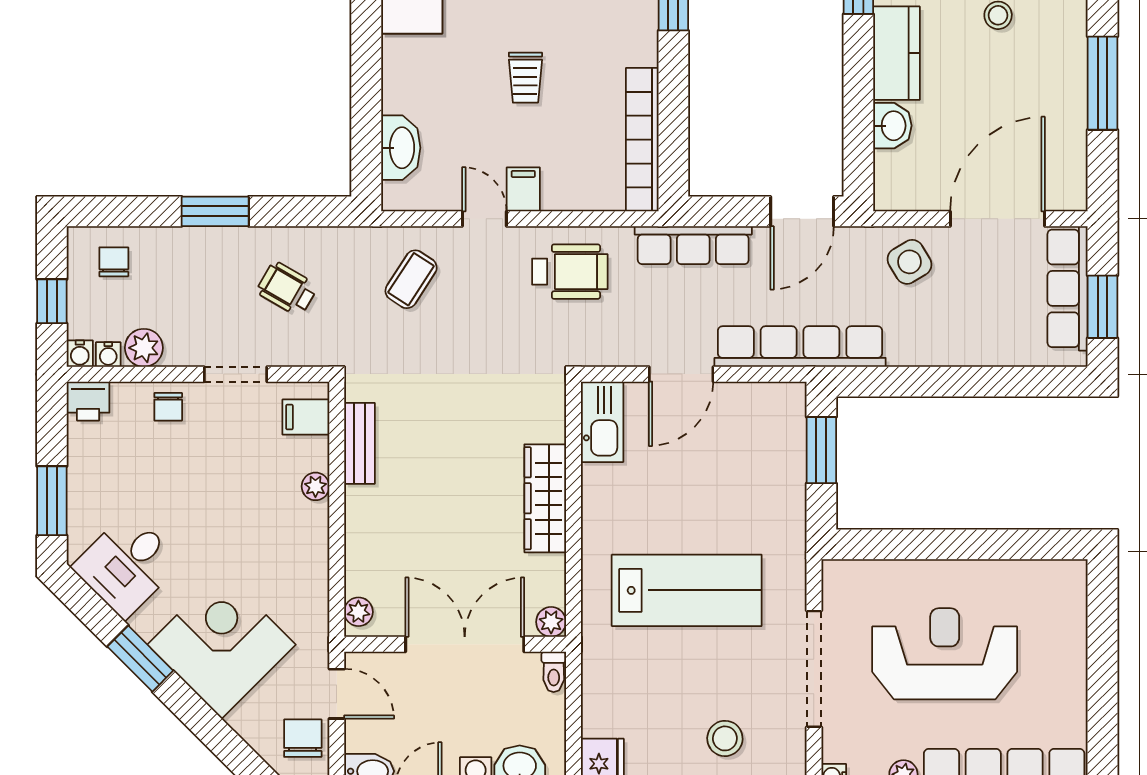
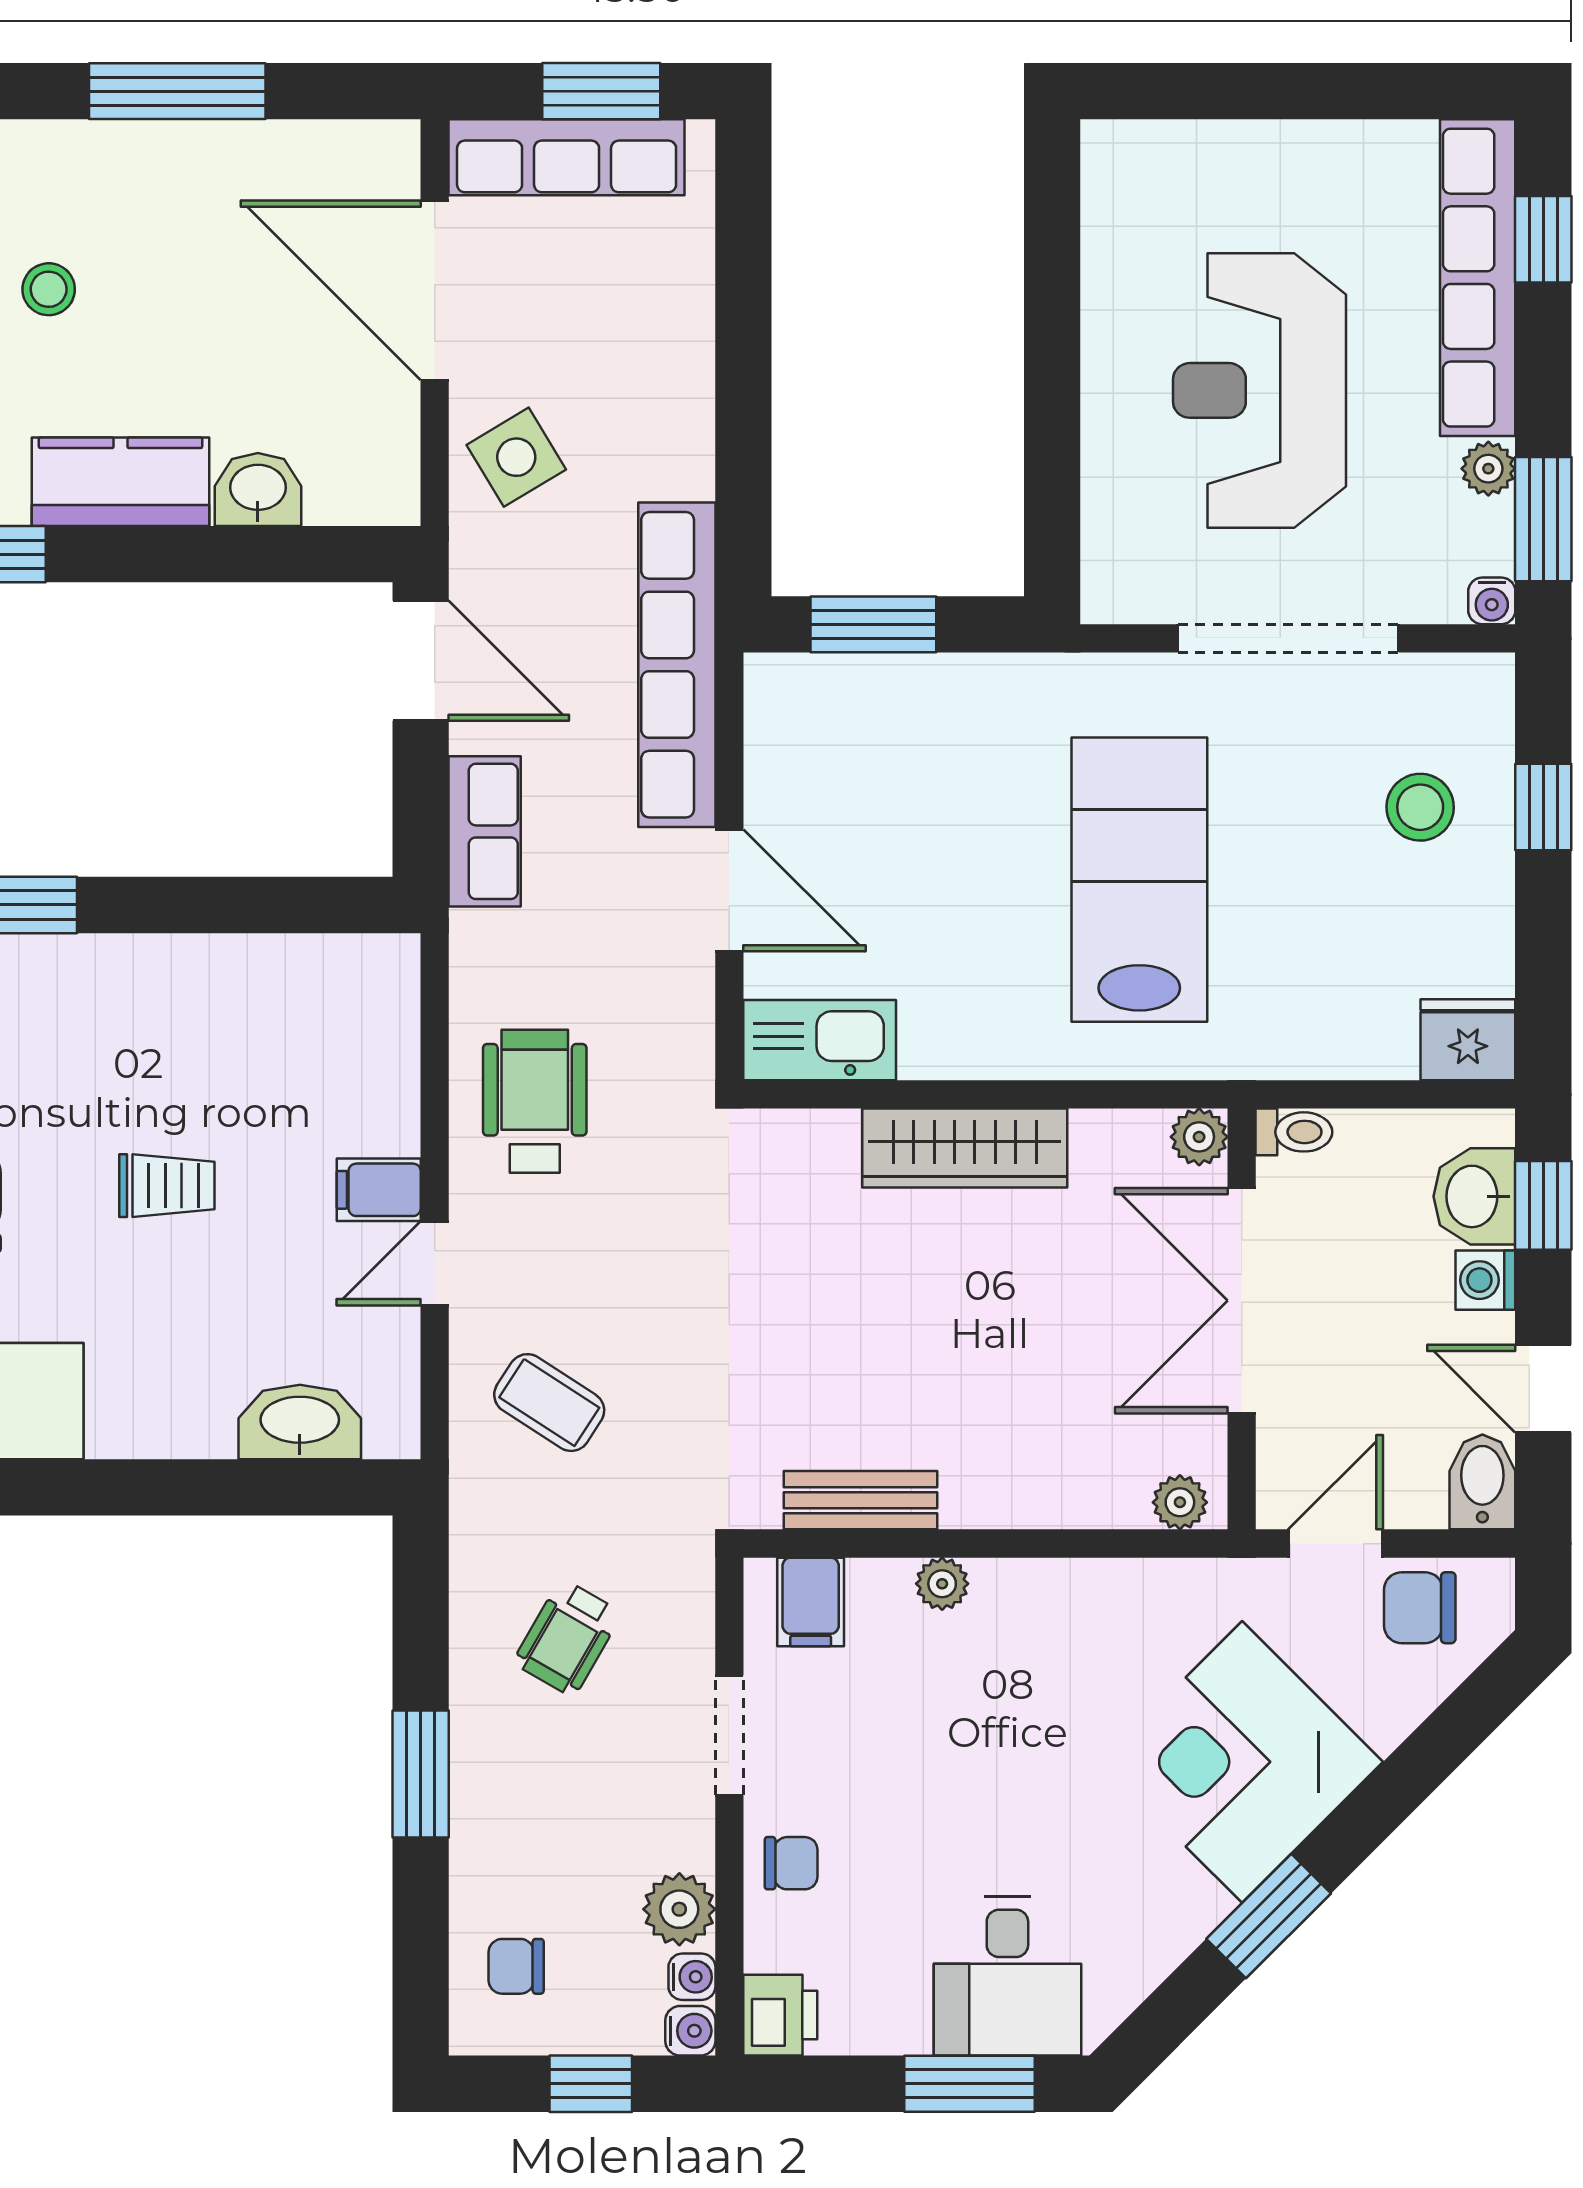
bookcase: (642, 140) -> (284, 964), removed
row of seats: (693, 245) -> (485, 831), width x0.68
desk: (127, 565) -> (1007, 1976), moved, turned 45

